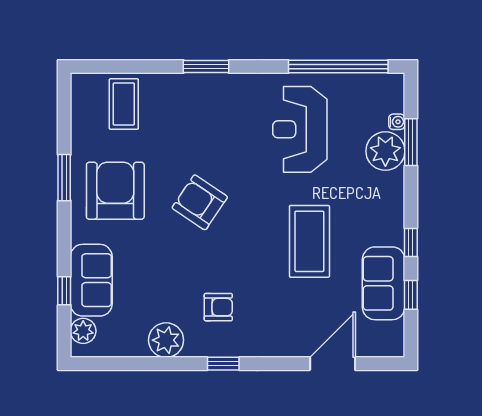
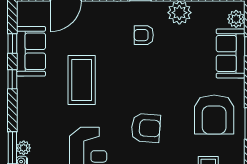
plant: (385, 151) -> (24, 148), width x0.53, depth x0.53
armchair: (200, 202) -> (146, 128), moved, turned -30

